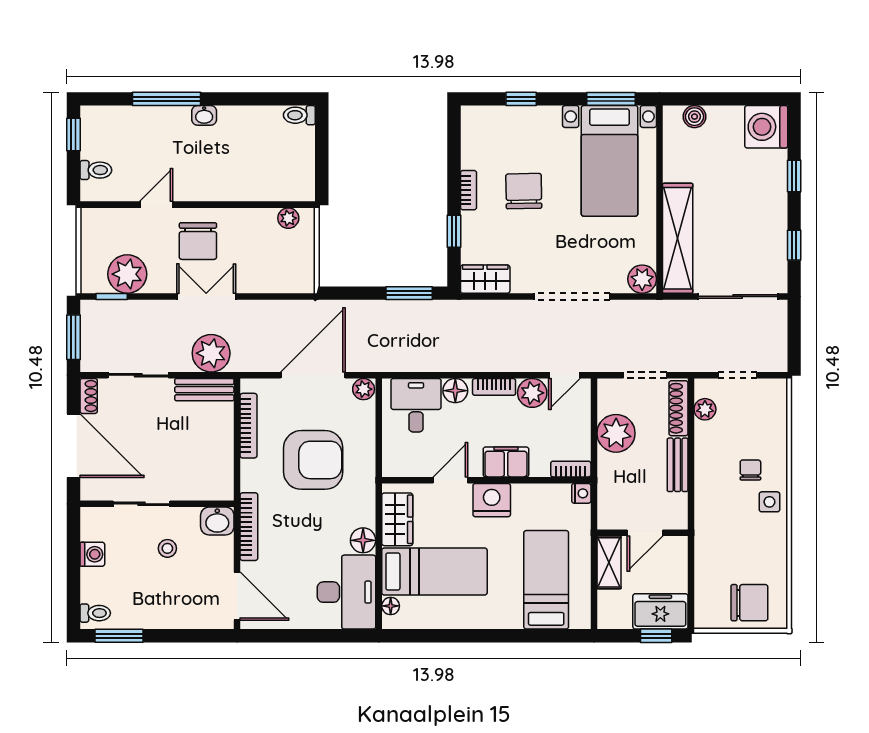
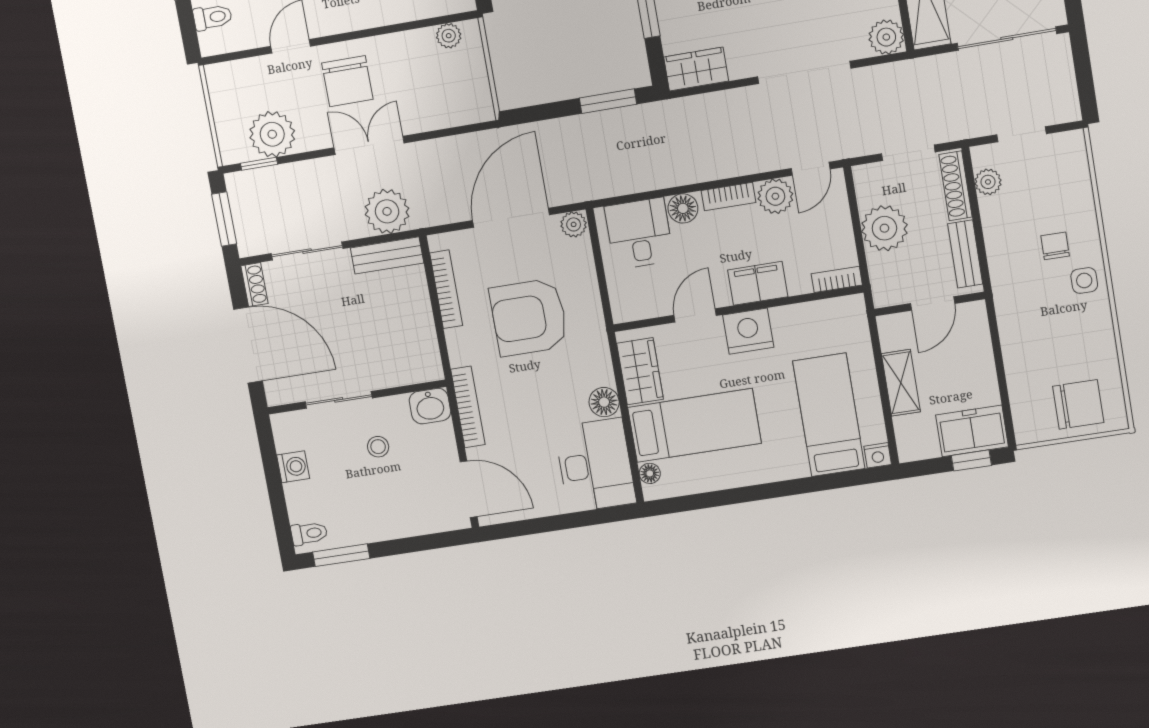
armchair: (313, 460) -> (529, 317), turned 180
nightstand: (581, 493) -> (878, 455), moved, turned 90
wall: (642, 533) -> (929, 304), moved
door: (645, 533) -> (933, 303), moved

